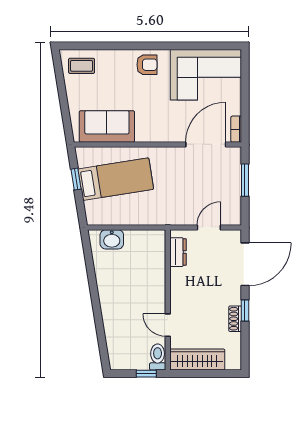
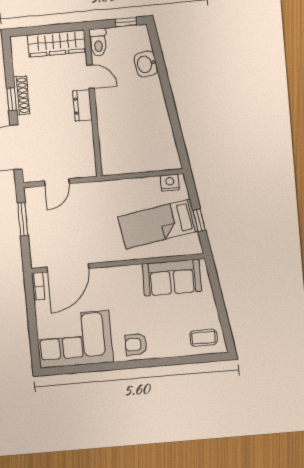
window: (245, 180) -> (23, 219), moved
nightstand: (101, 218) -> (170, 183), added
washbasin: (112, 239) -> (146, 64), moved, turned -99
dresser: (178, 252) -> (82, 105), moved
shoe rack: (235, 319) -> (22, 95), width x1.43
window: (146, 374) -> (126, 22), moved

